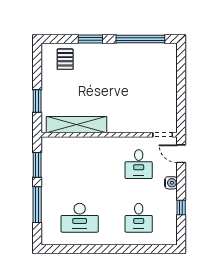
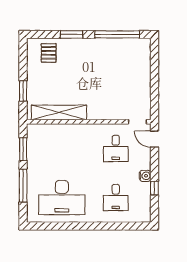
water cooler: (171, 183) -> (145, 176), moved
desk: (80, 218) -> (62, 198), width x1.36, depth x1.30

